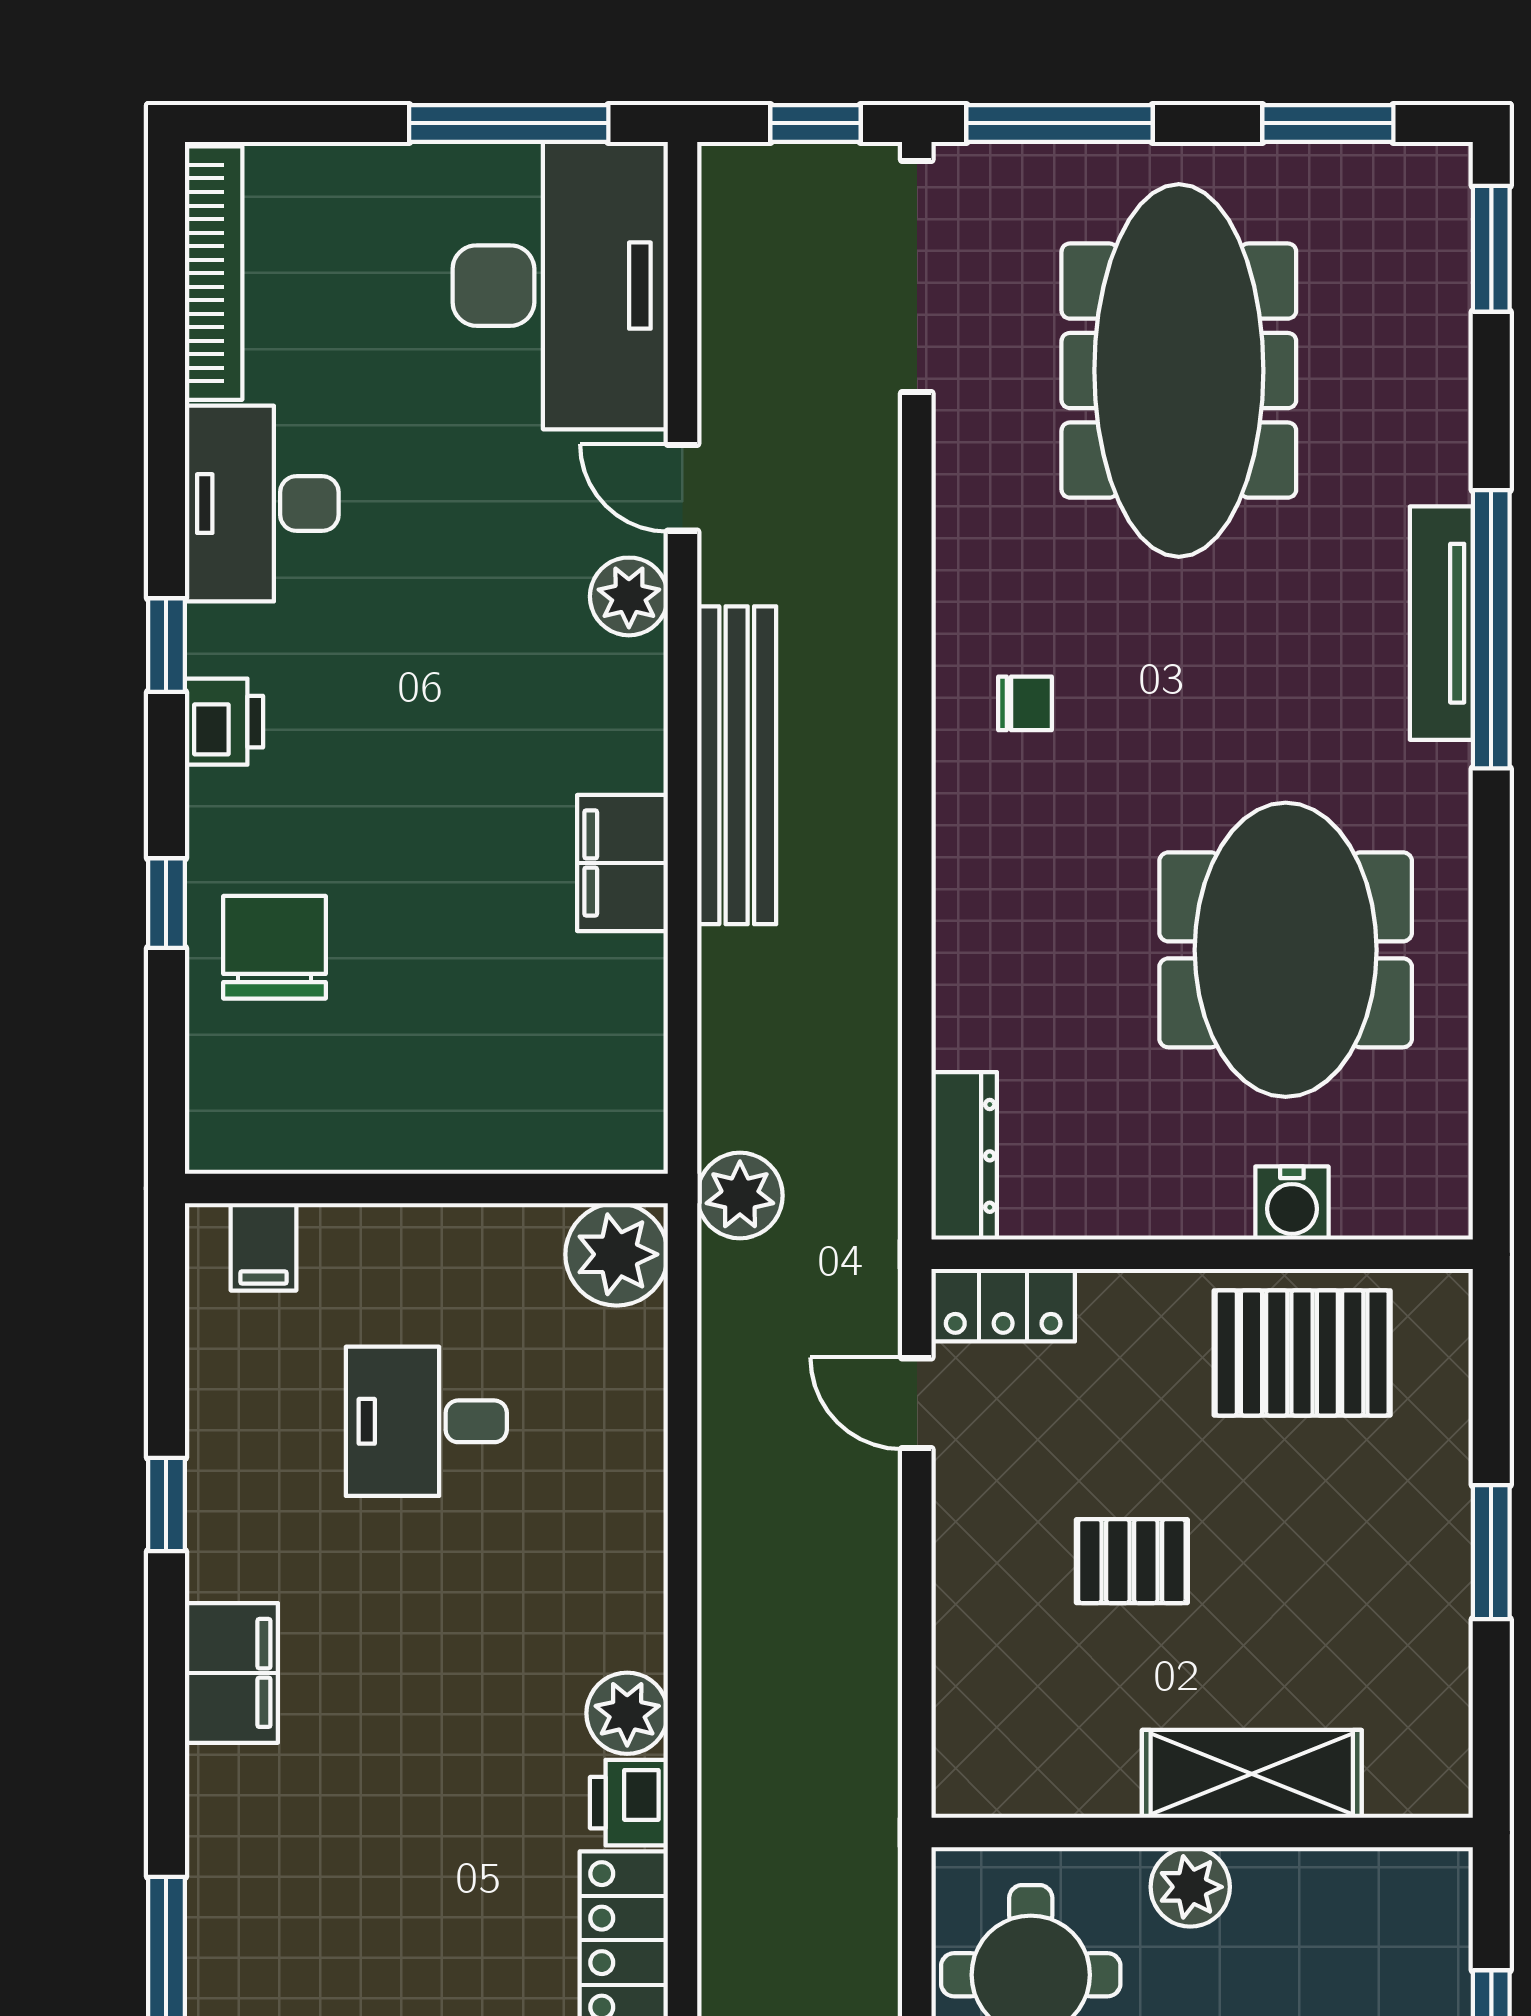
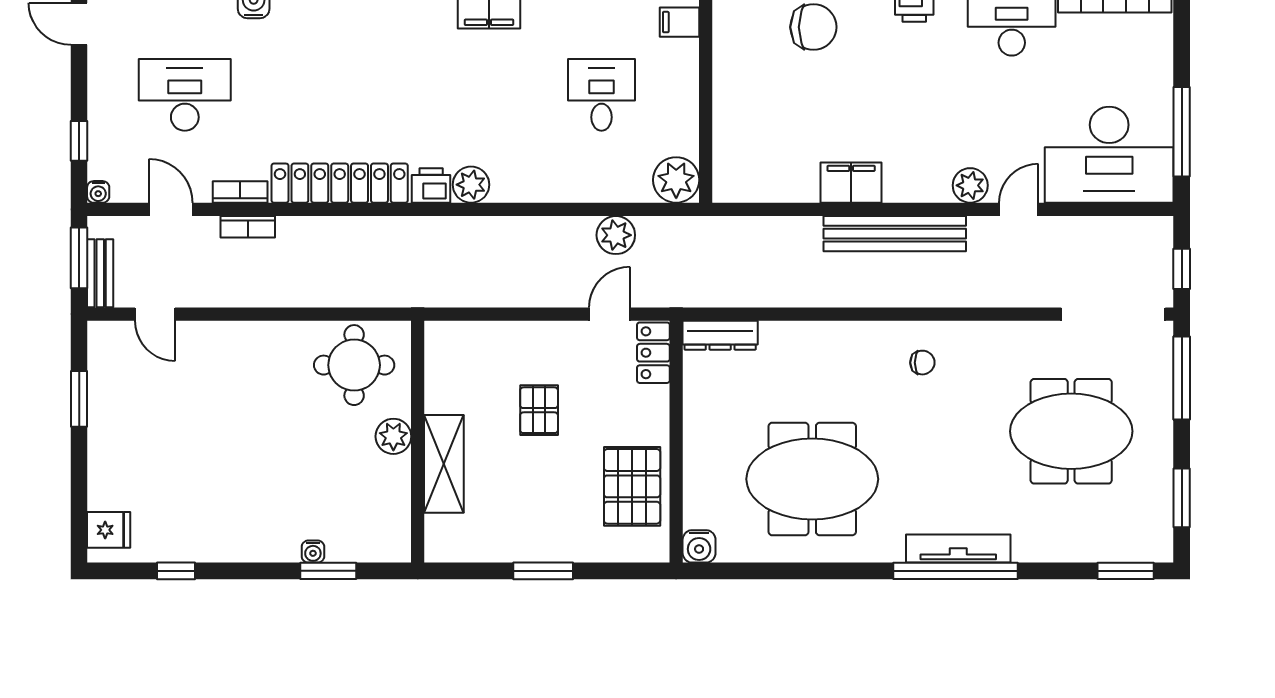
meeting table: (1179, 371) -> (1071, 431), width x0.73
chair: (1025, 703) -> (922, 363), turned -90
plant: (740, 1196) -> (616, 235), moved
water cooler: (1292, 1203) -> (699, 546), moved, turned -90

